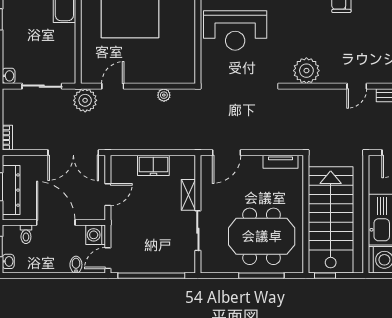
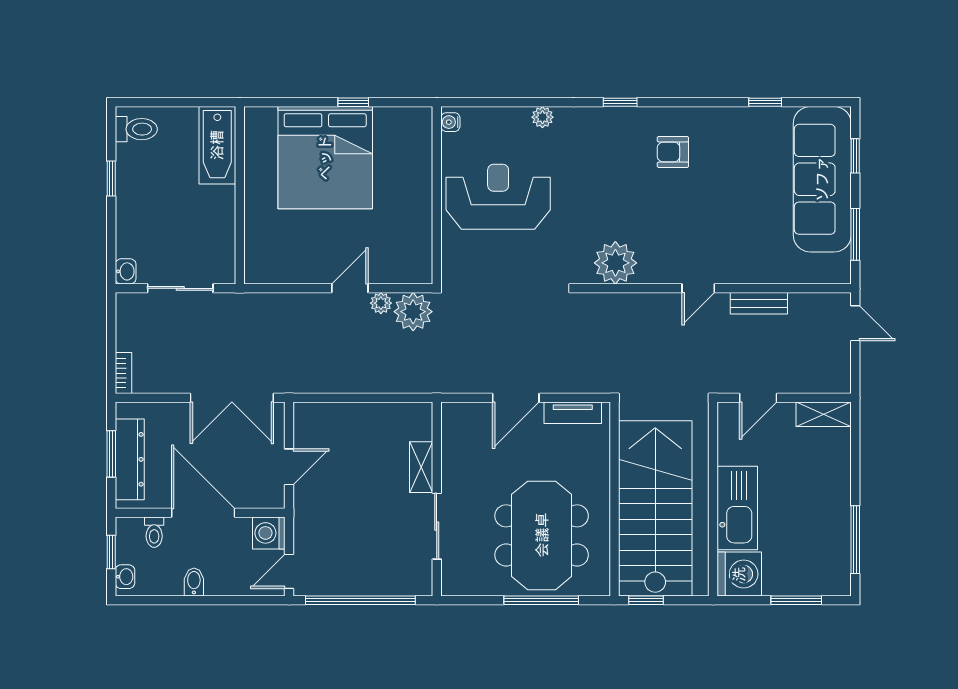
reception desk: (235, 30) -> (498, 197), turned 180
door: (113, 86) -> (350, 288), moved
plant: (85, 100) -> (413, 312), moved
door: (226, 153) -> (516, 398), moved
freezer: (153, 165) -> (364, 419), removed
meeting table: (262, 236) -> (542, 535), turned 90
bidet: (76, 265) -> (194, 582), moved

